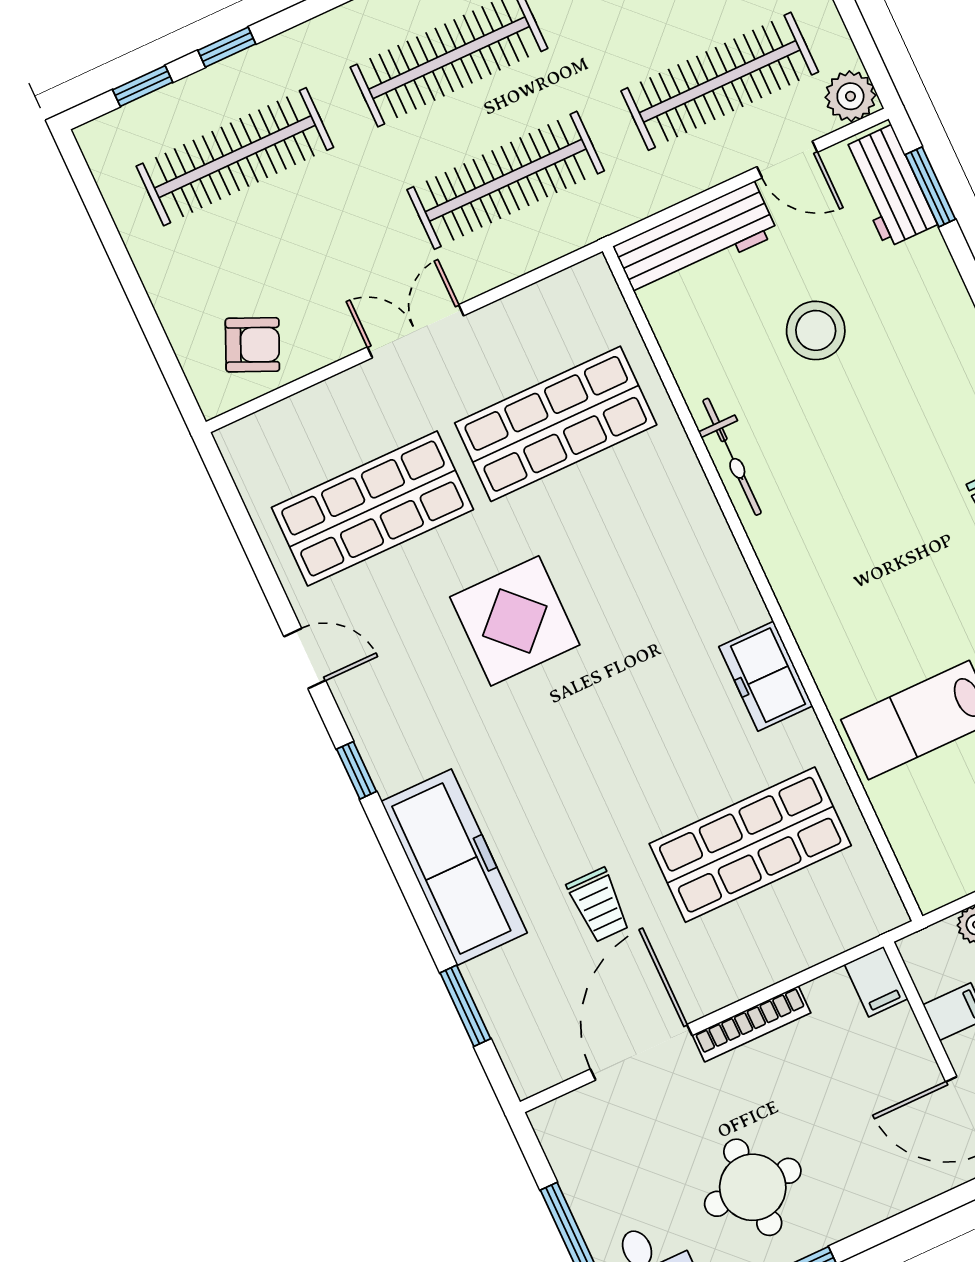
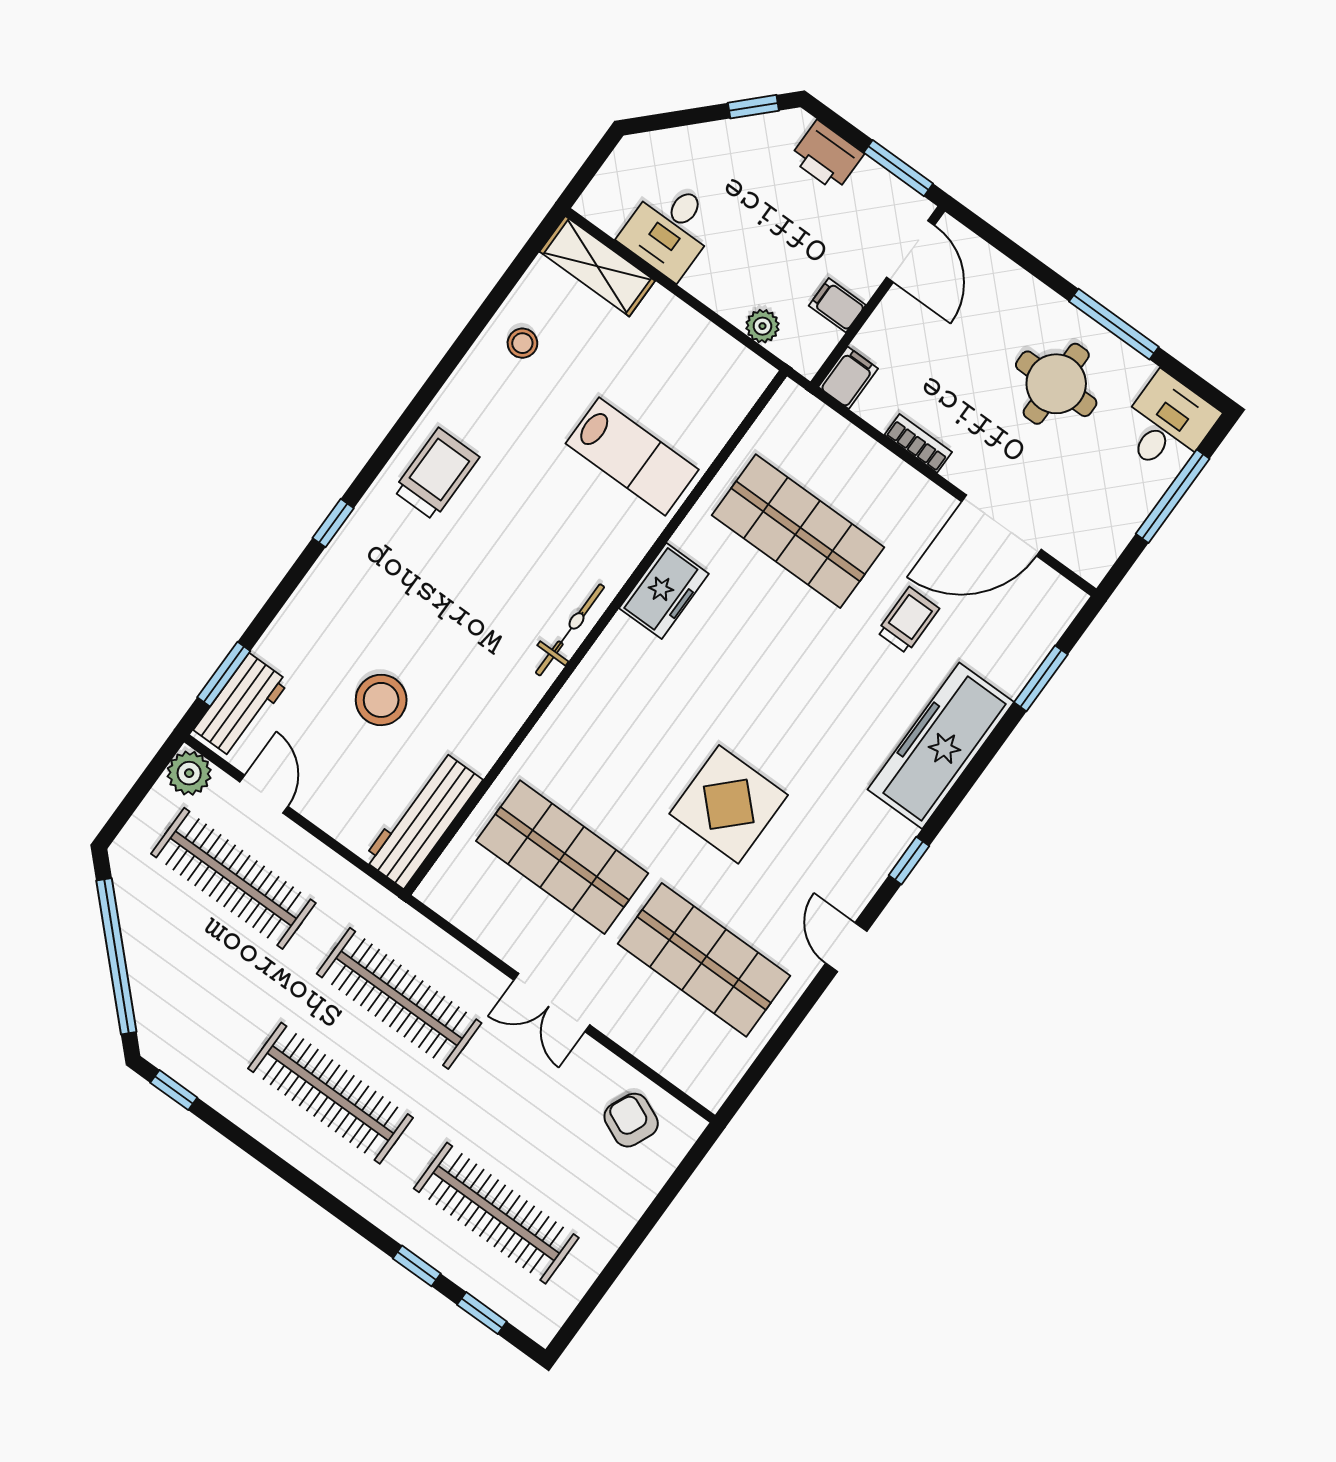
workbench: (696, 240) -> (423, 820), moved, turned -90
bicycle: (732, 457) -> (570, 630), moved
bookcase: (752, 1024) -> (918, 443), width x0.64

